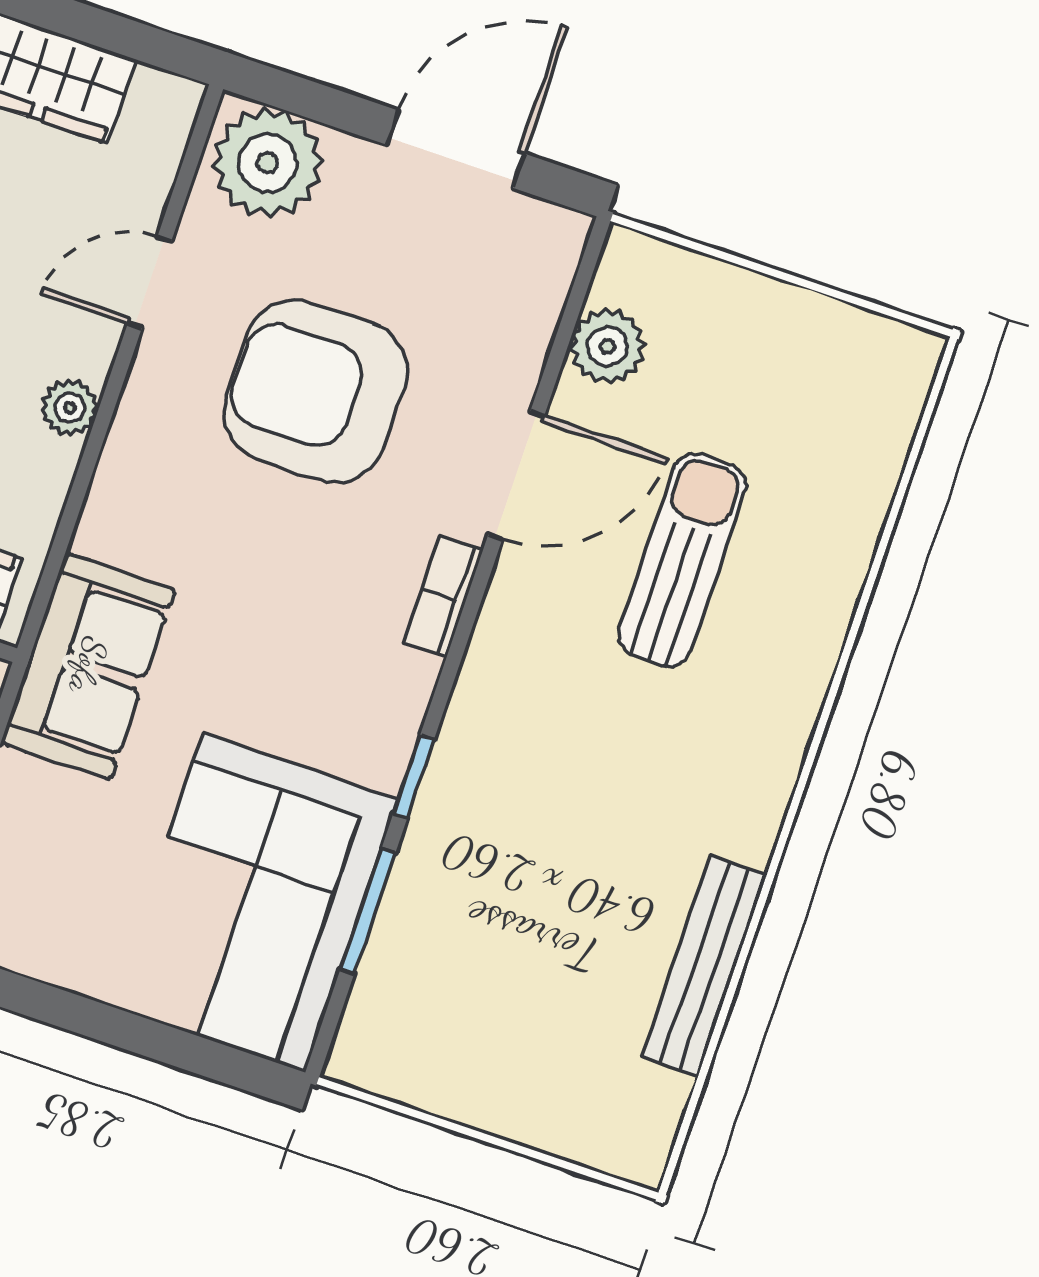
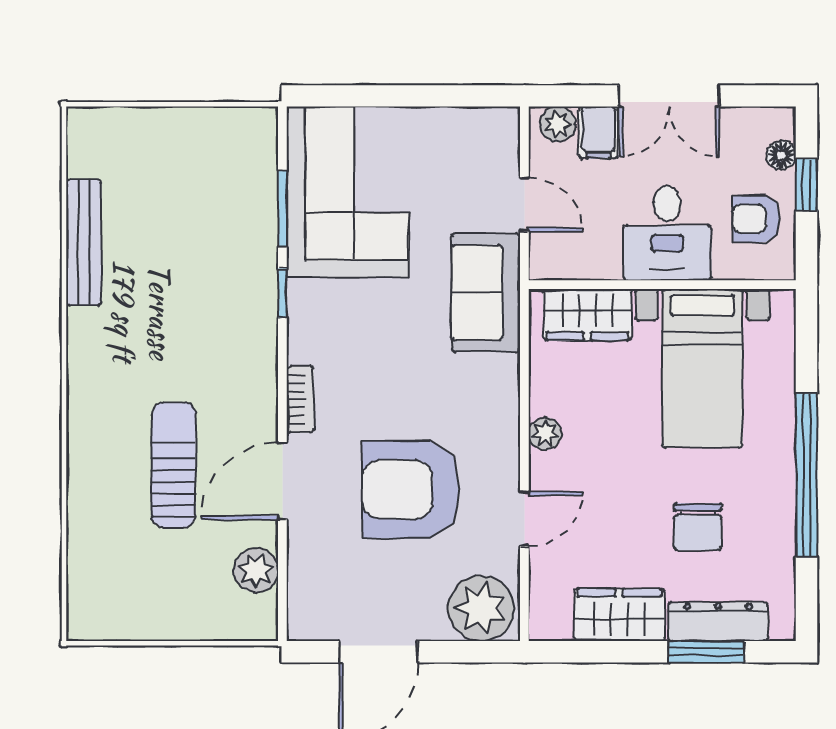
armchair: (315, 391) -> (411, 490), turned 180
sun lounger: (682, 560) -> (174, 465), turned 180

